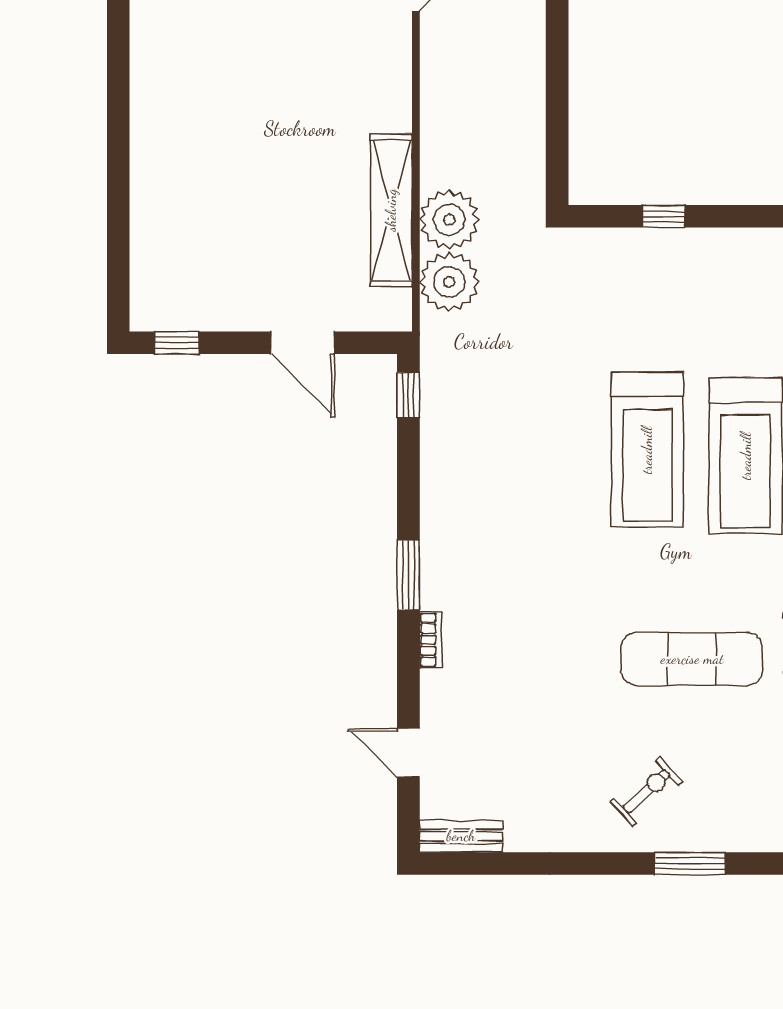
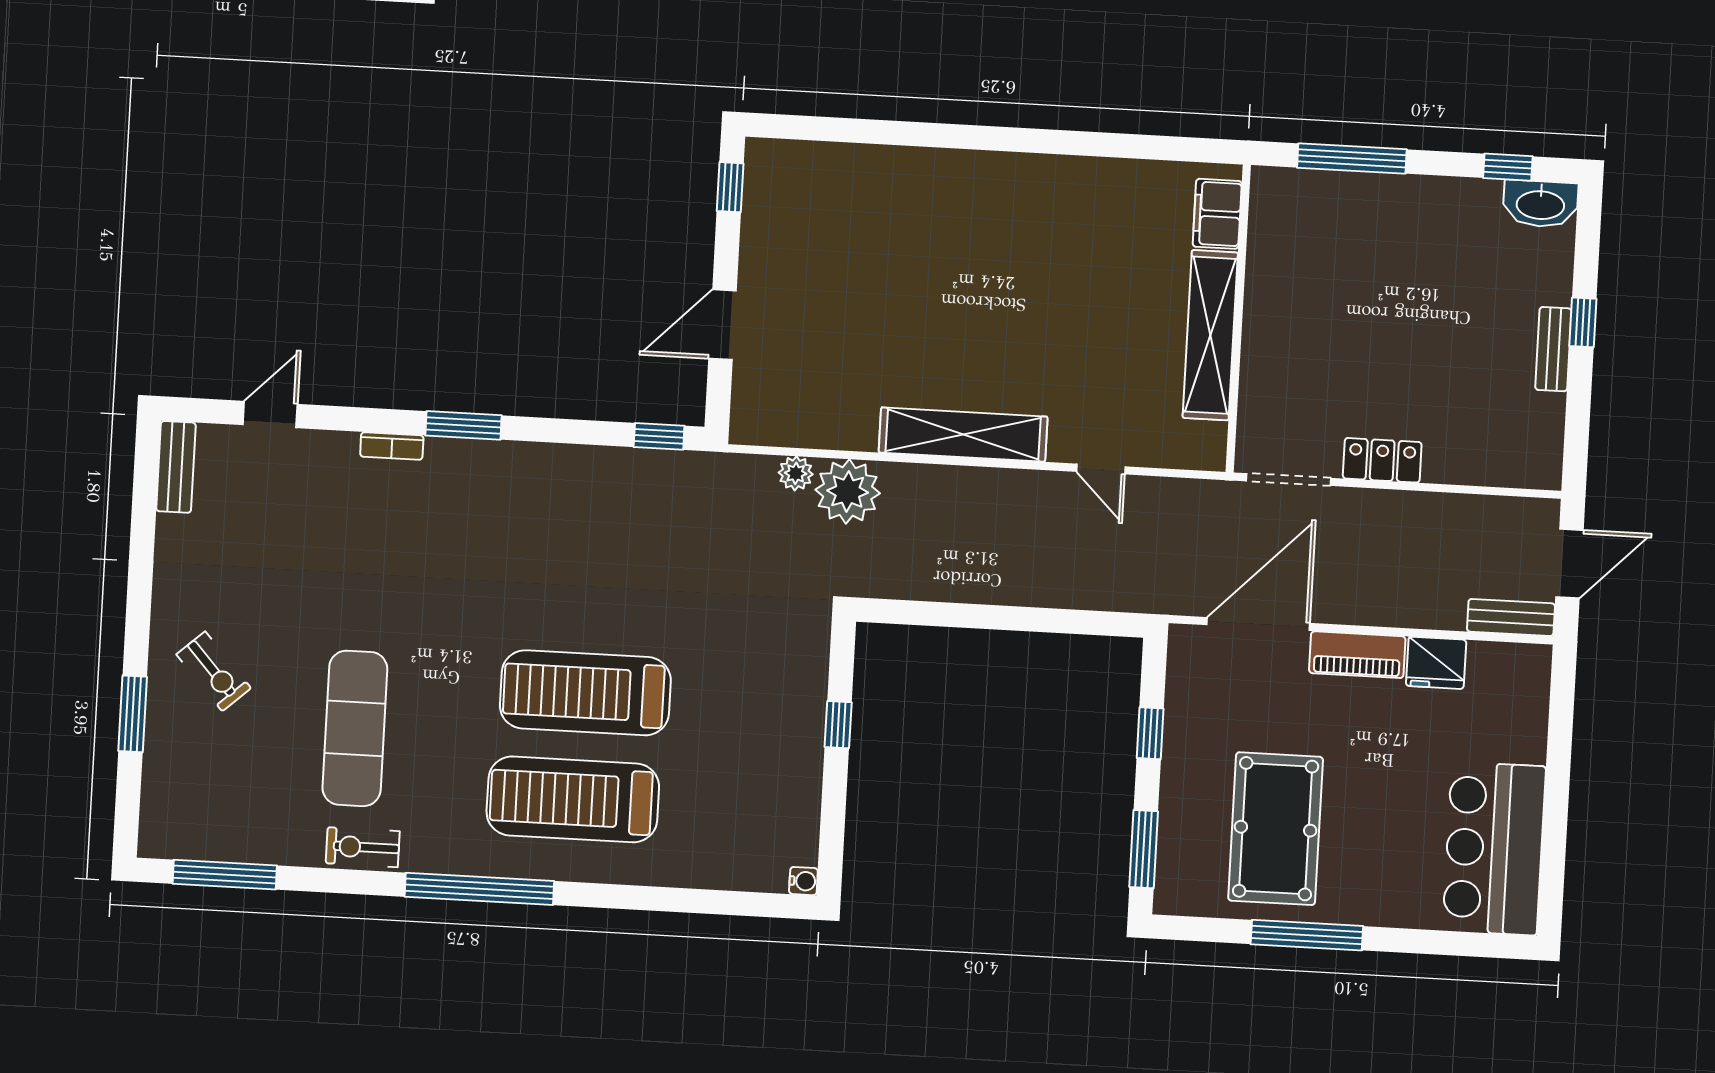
shelving: (391, 210) -> (963, 435), moved
plant: (449, 282) -> (796, 473), width x0.53, depth x0.53

